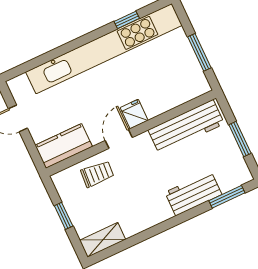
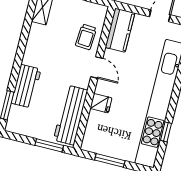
fridge: (134, 114) -> (101, 103), moved
window: (240, 139) -> (49, 145), moved

